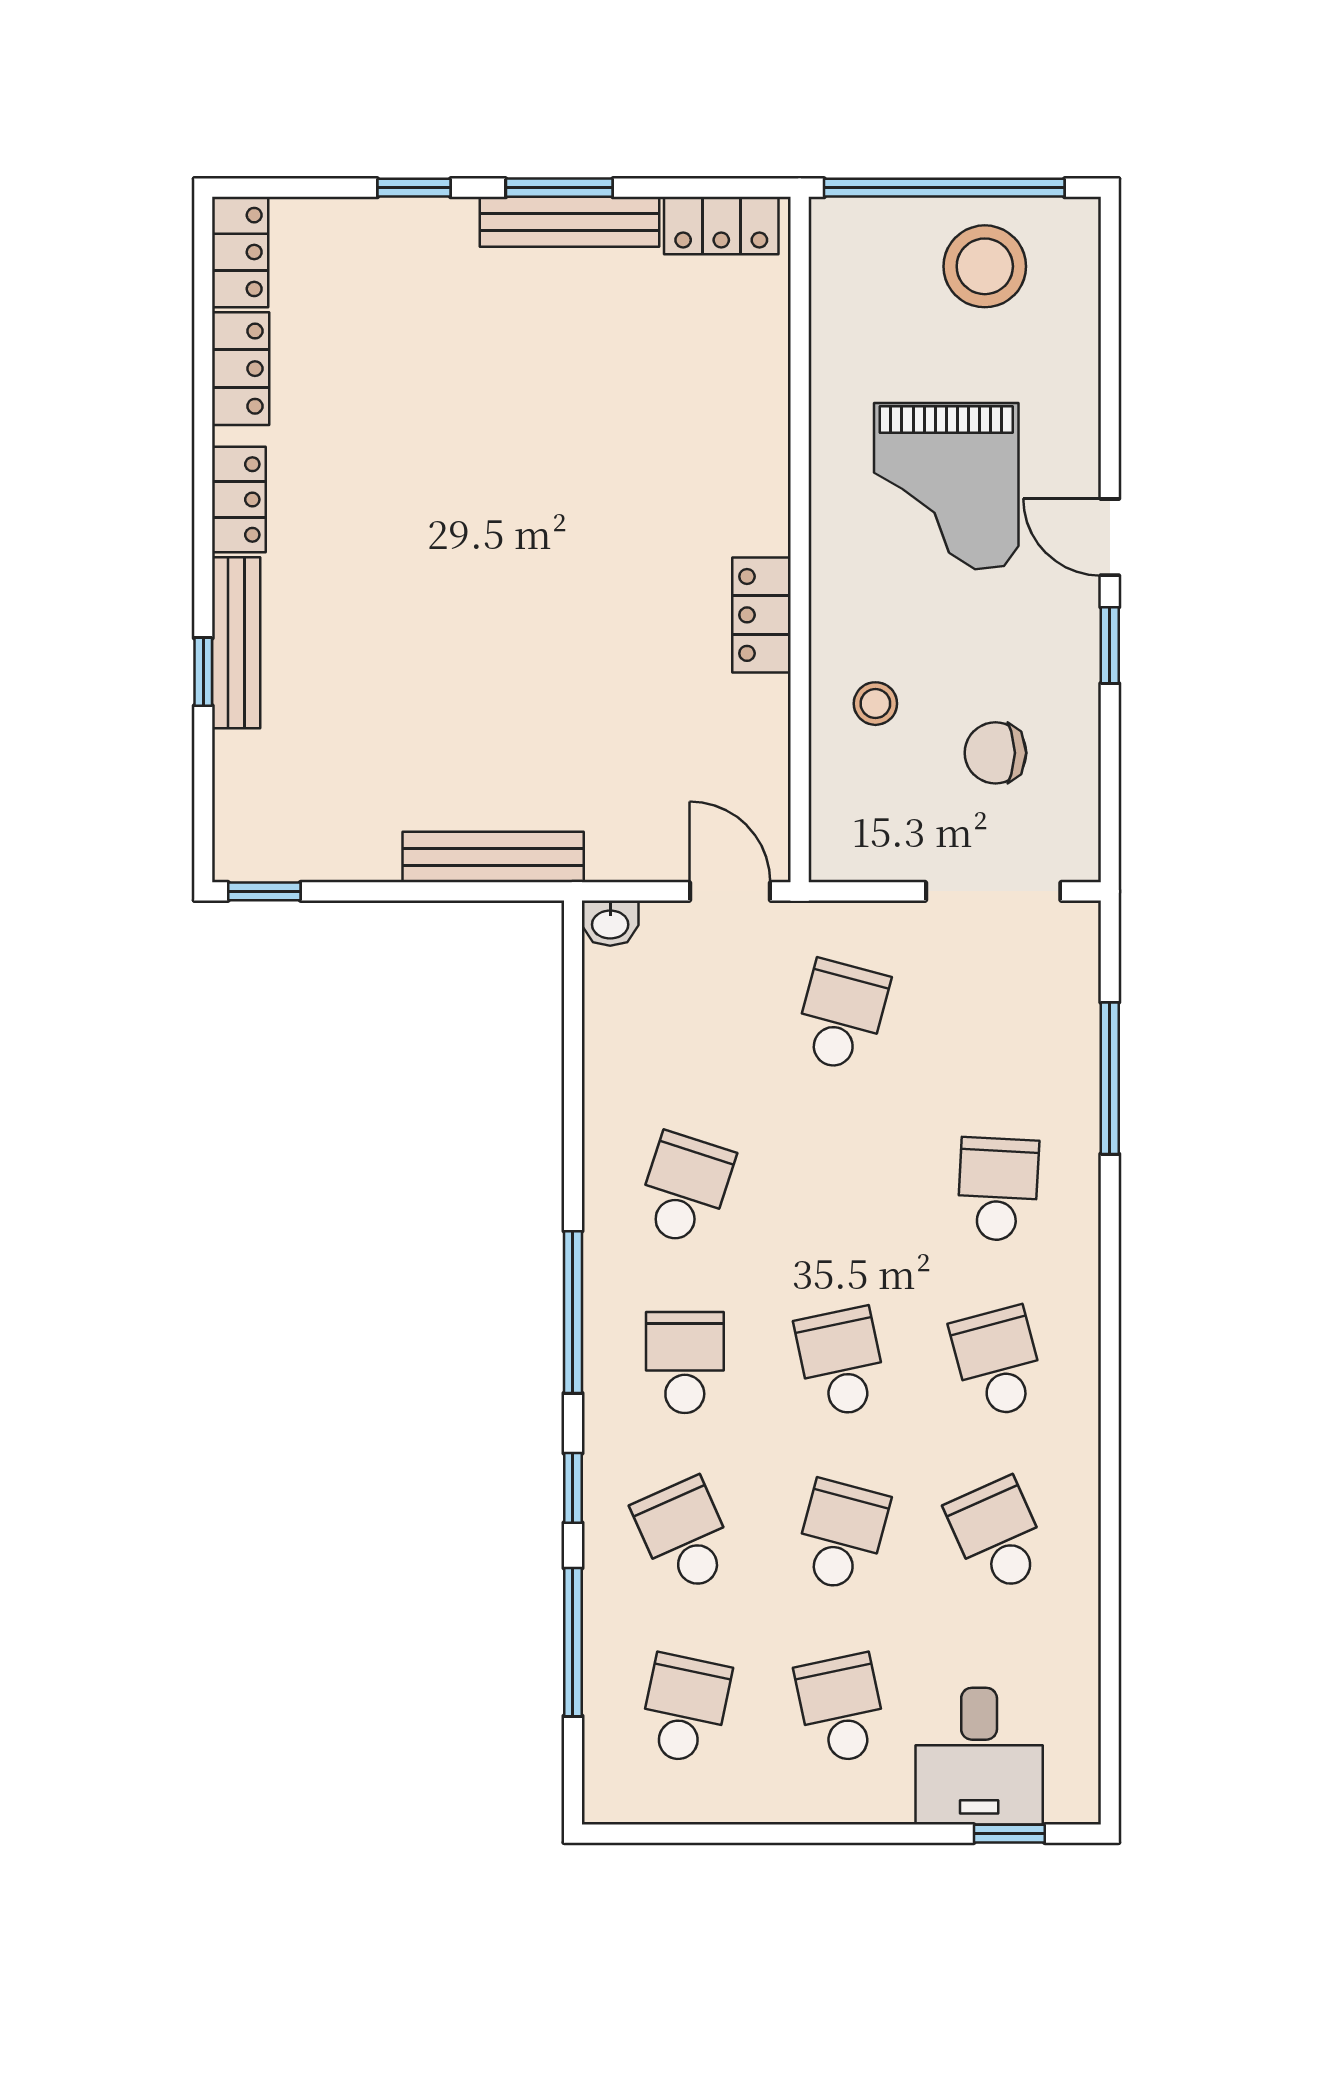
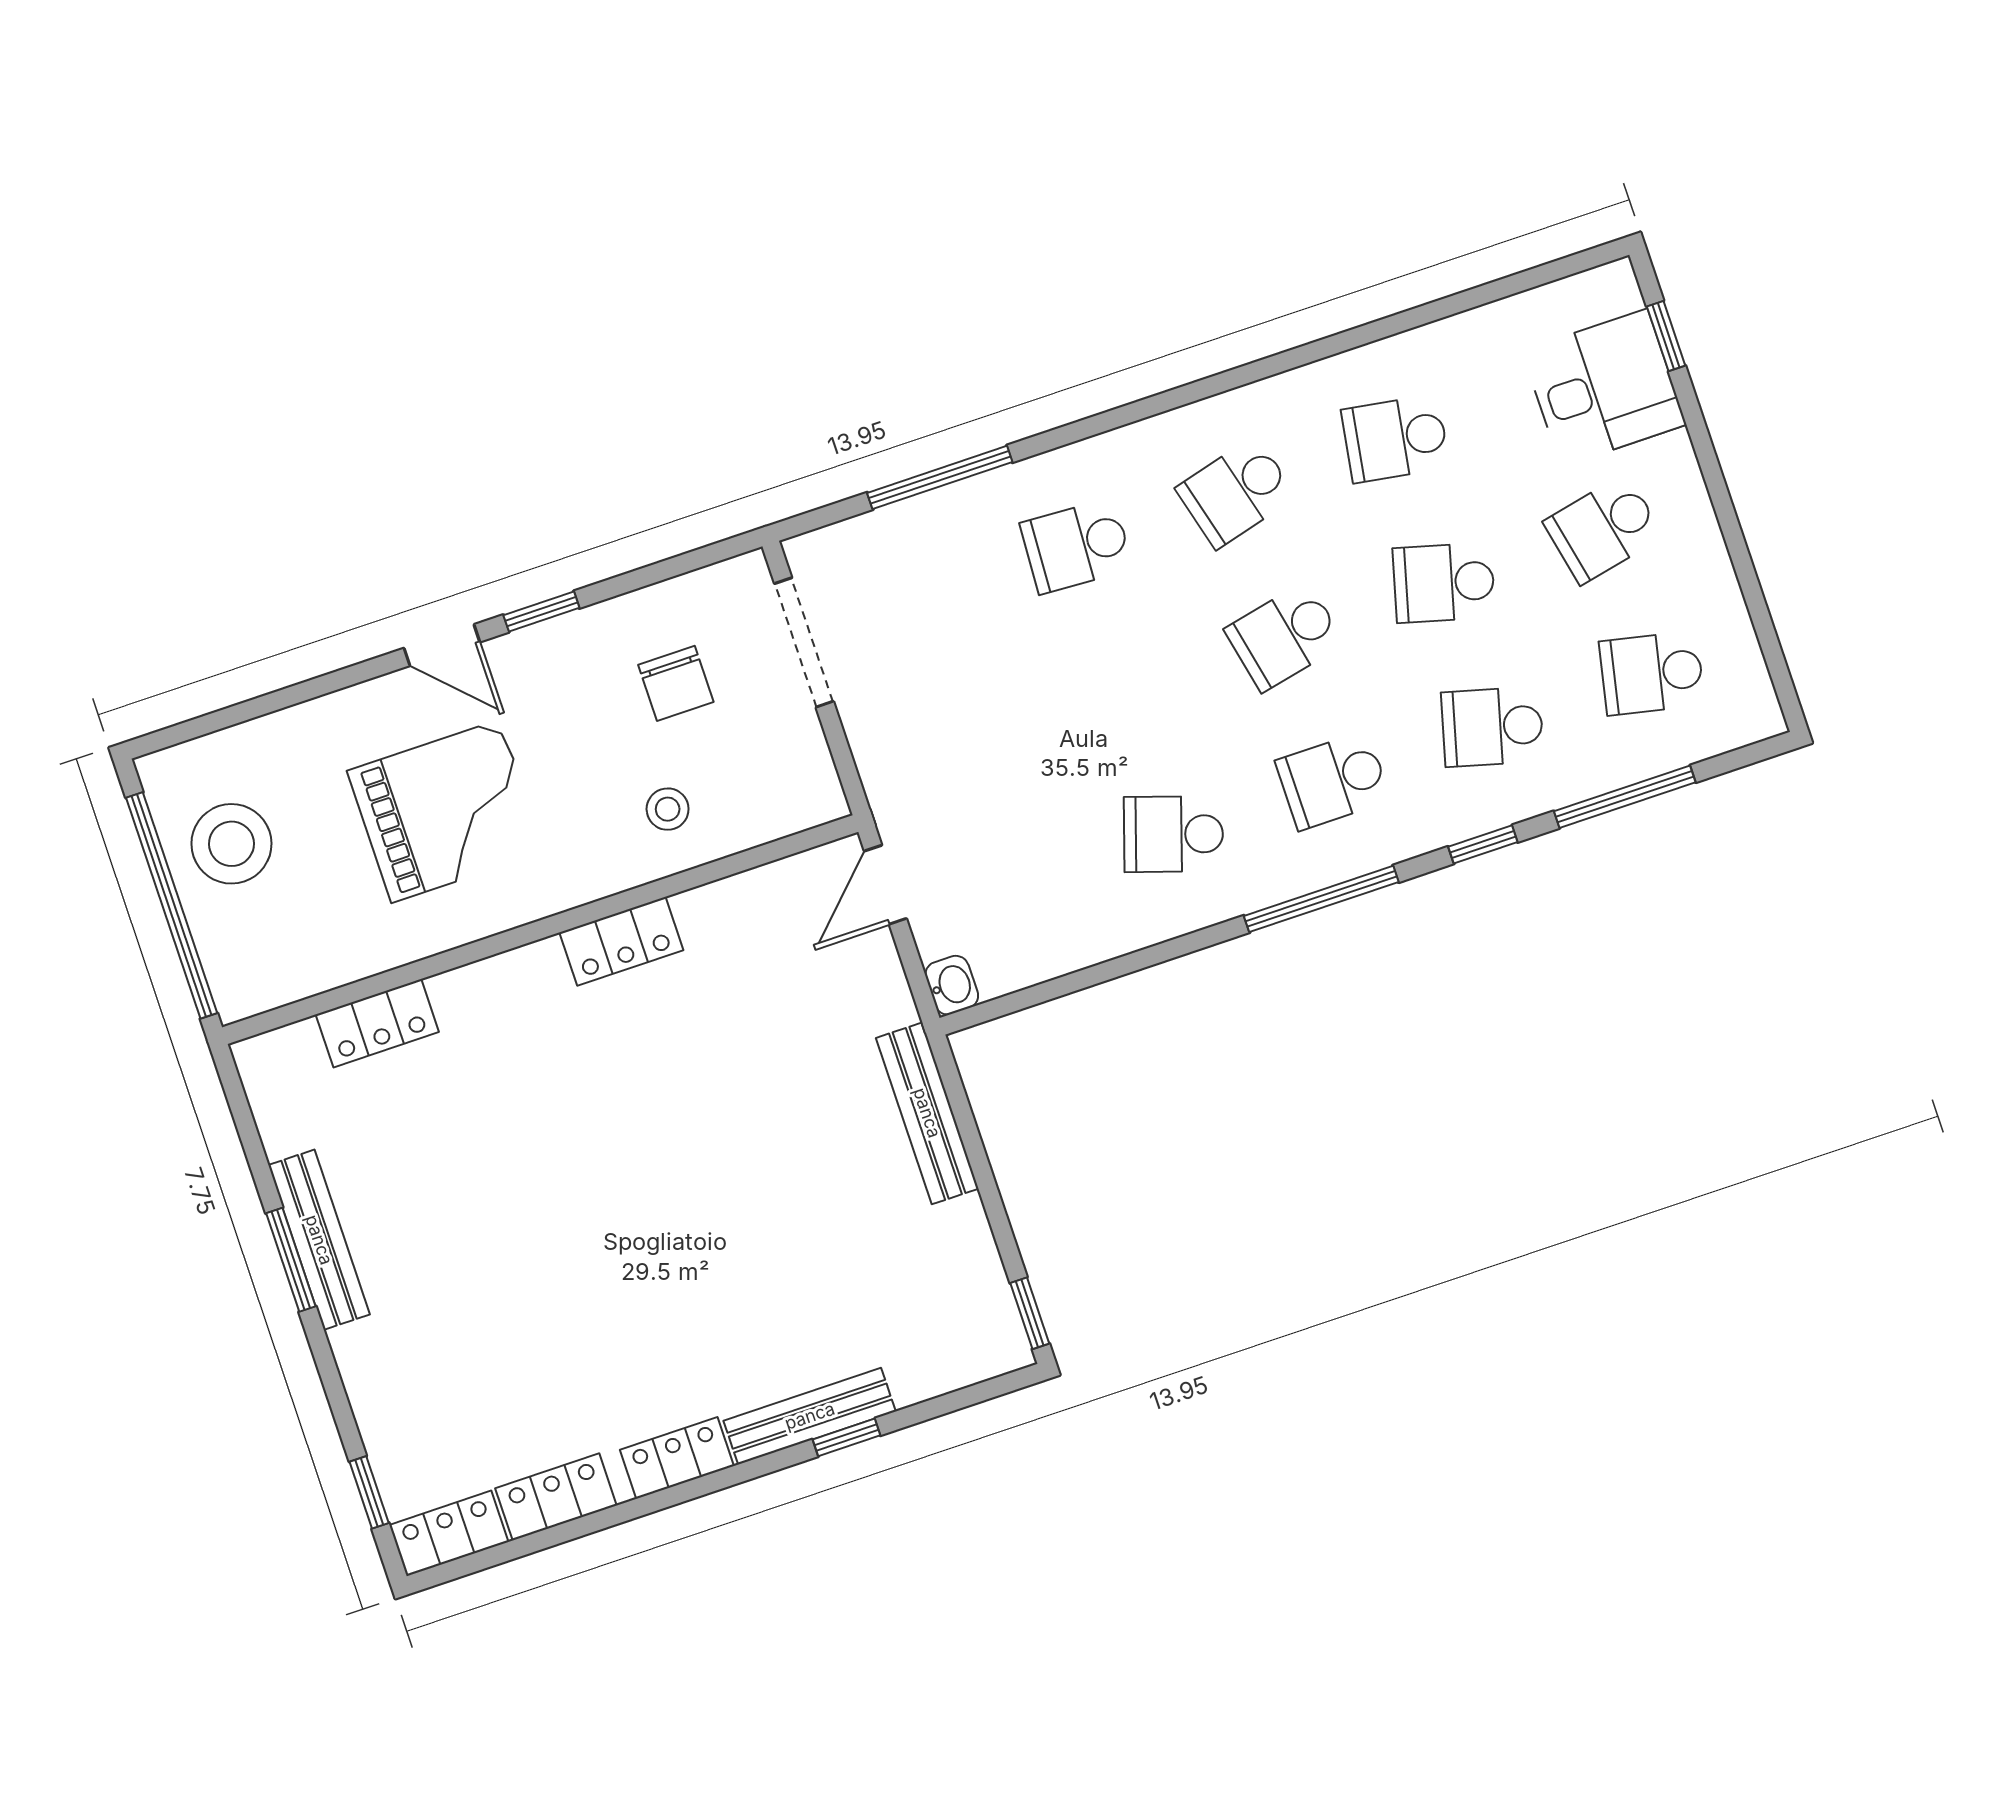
window: (414, 188) -> (369, 1492), moved
locker: (721, 226) -> (377, 1023), moved, turned 90
door: (1110, 537) -> (442, 645), hinge flipped
school desk: (841, 1016) -> (966, 744), removed
school desk: (685, 1536) -> (1492, 727), turned 39
school desk: (998, 1536) -> (1395, 439), turned 33

